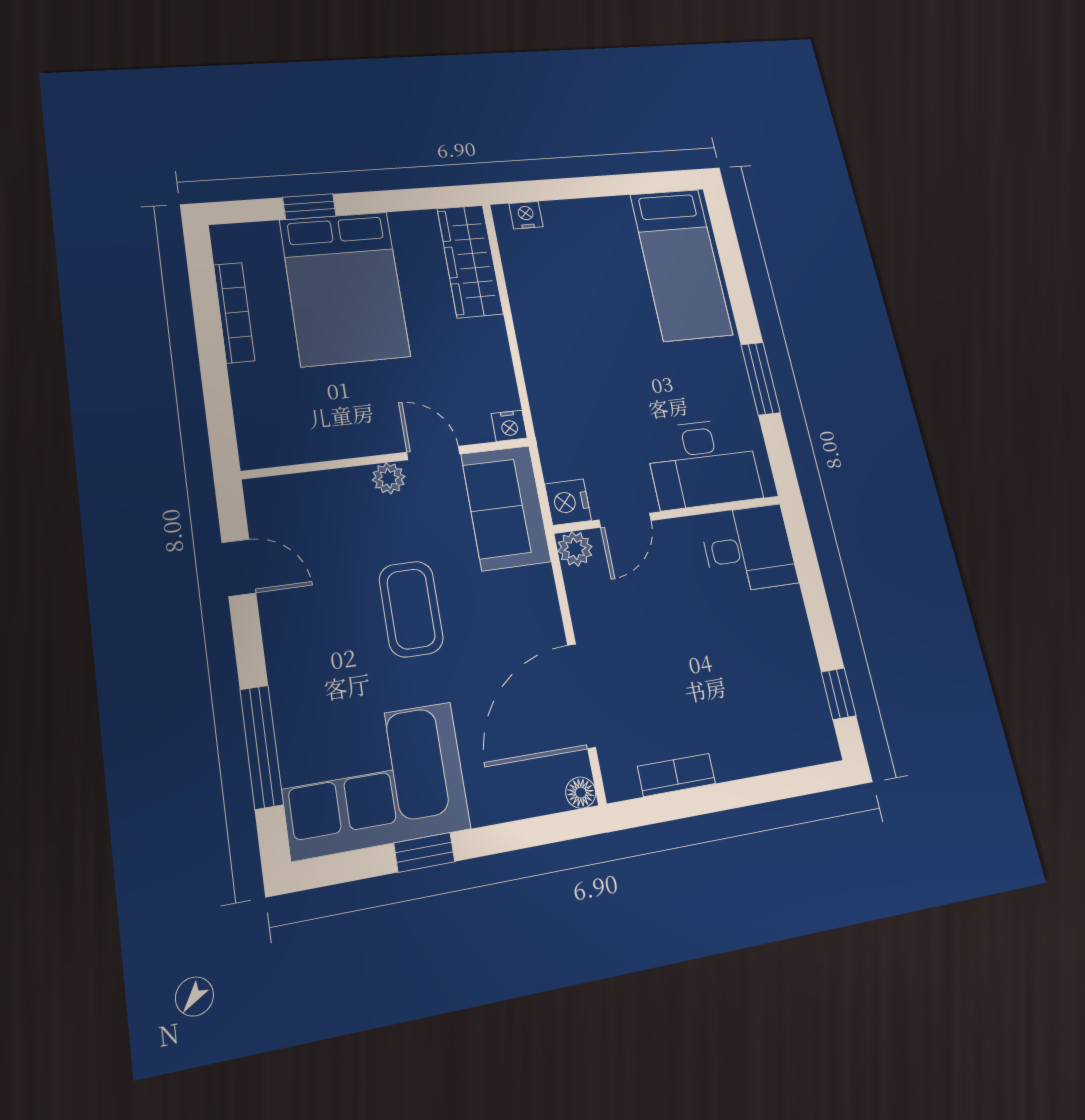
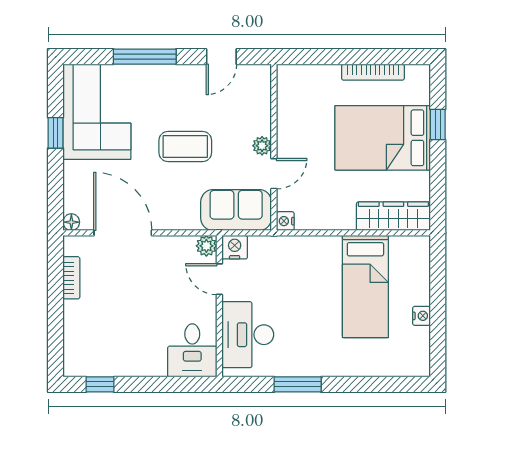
nightstand: (526, 215) -> (421, 316), moved
bed: (681, 264) -> (365, 287), moved, turned -90
window: (261, 747) -> (145, 57), moved

